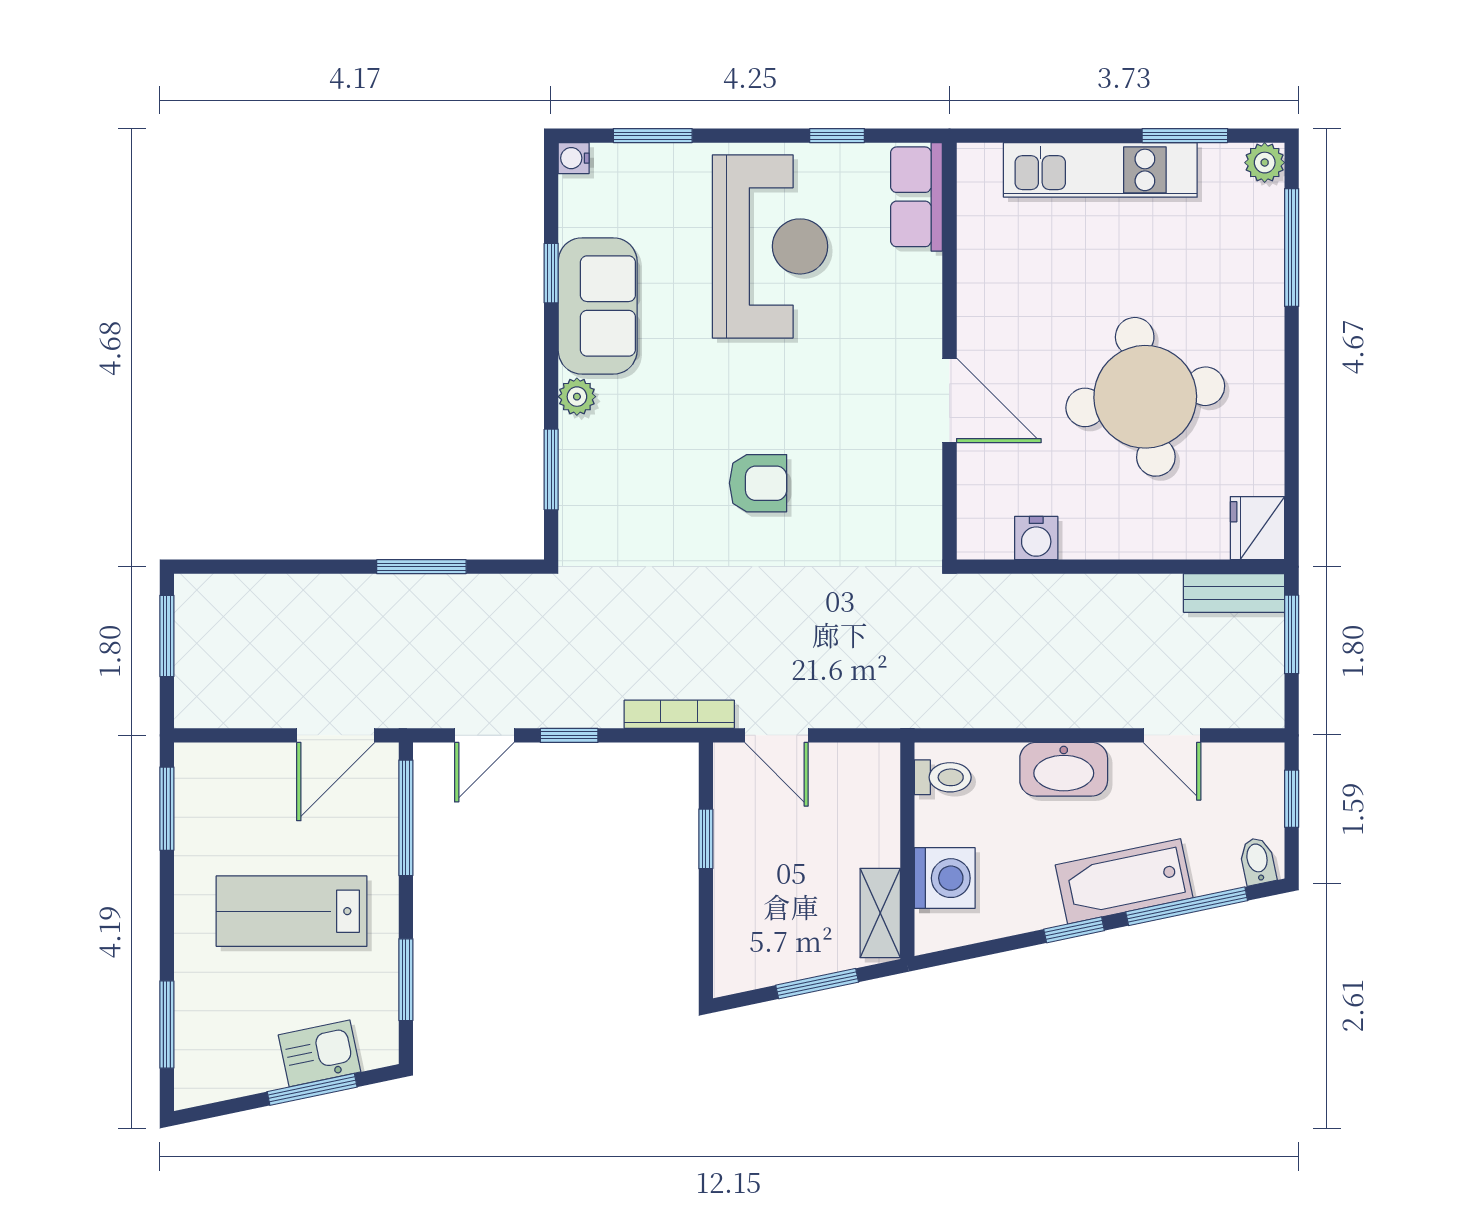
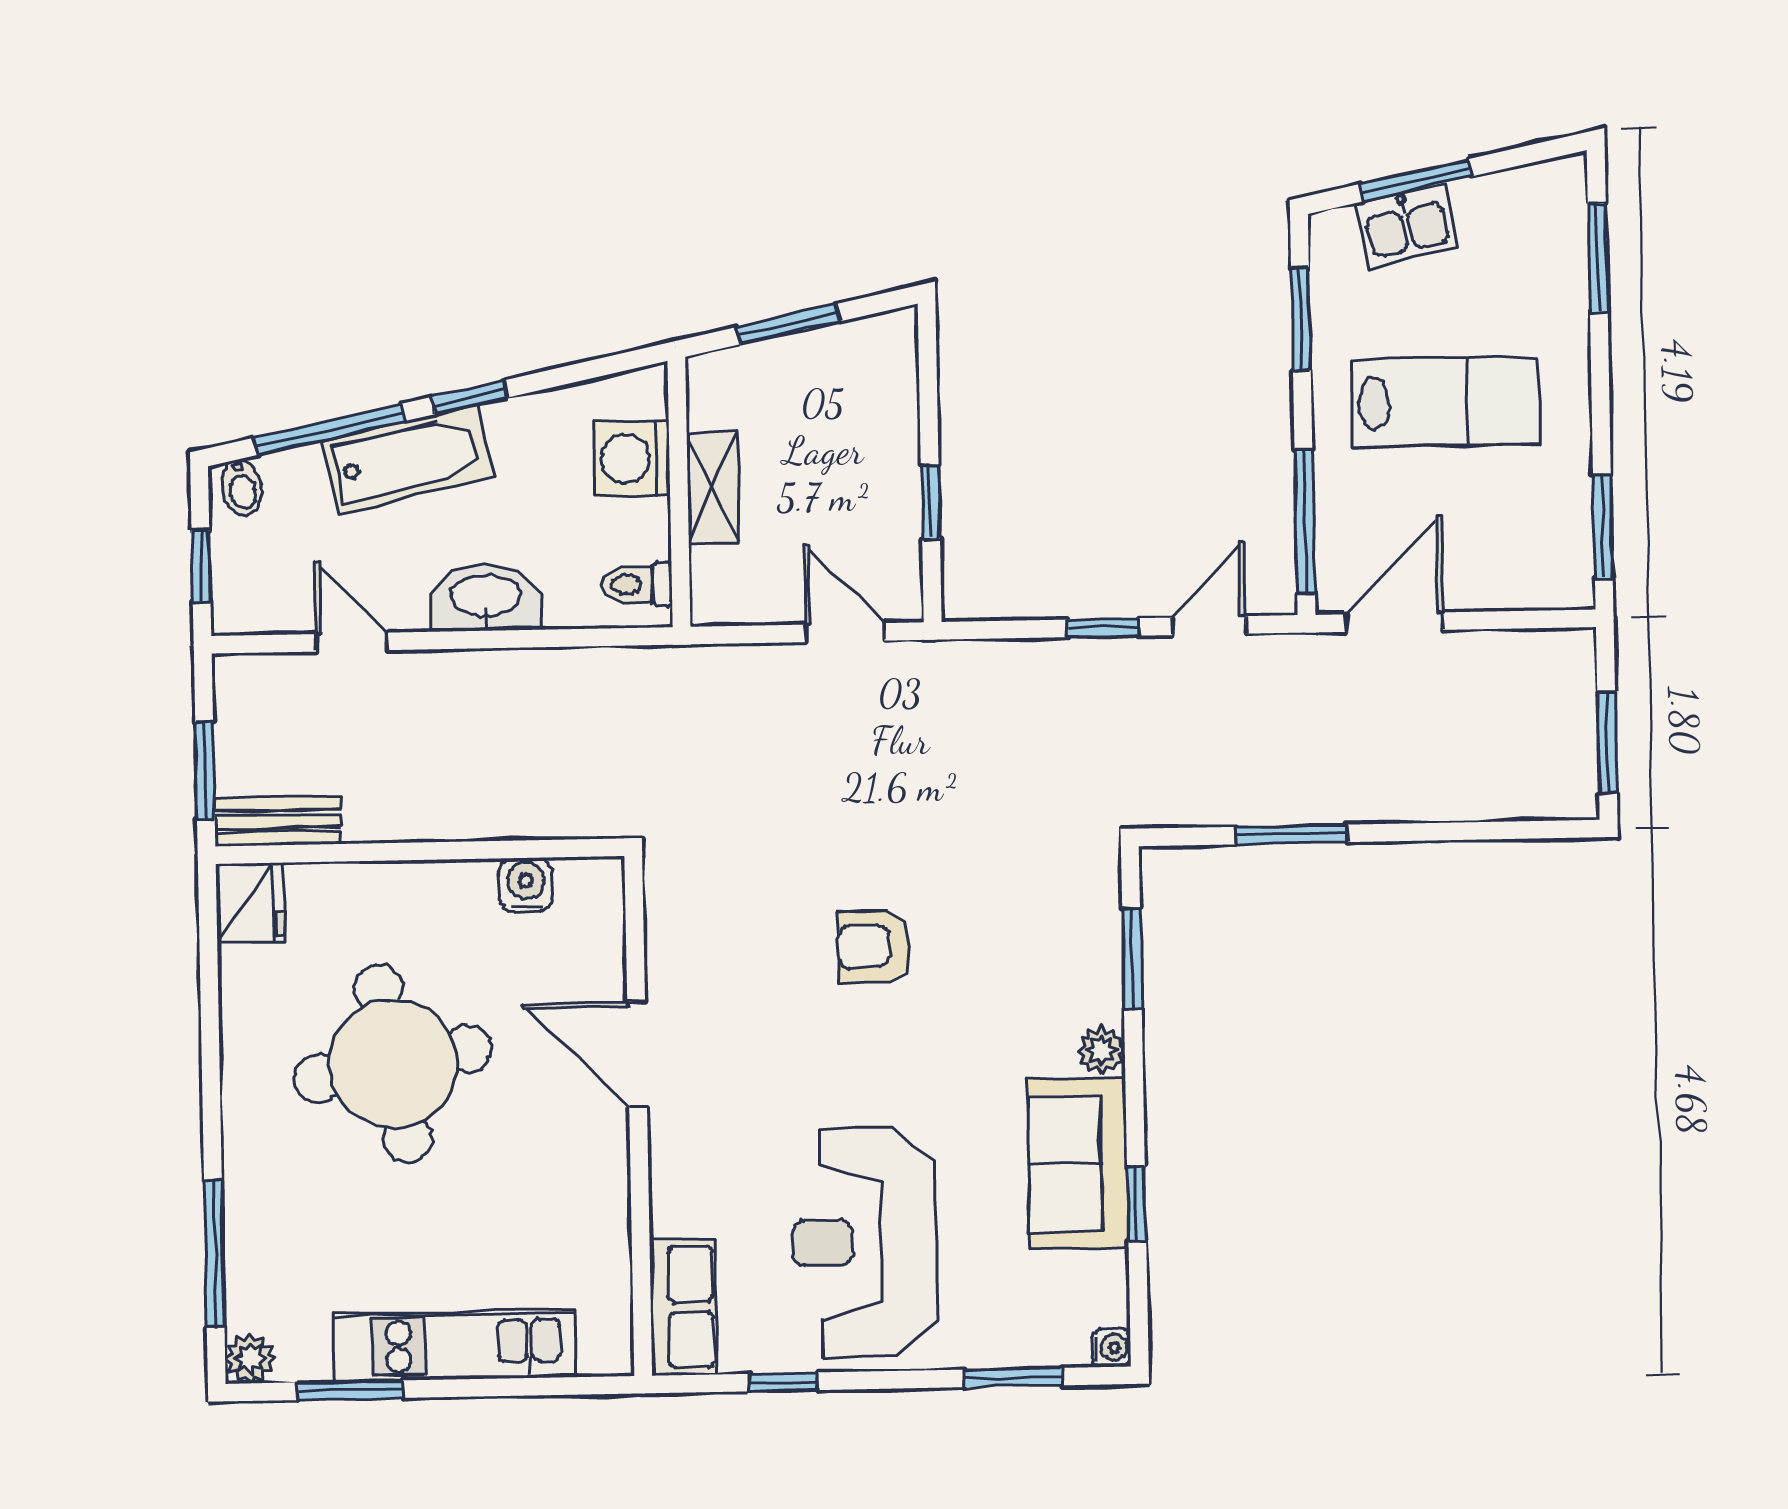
bookcase: (679, 714) -> (966, 657), removed
shelving: (880, 913) -> (713, 488), moved

